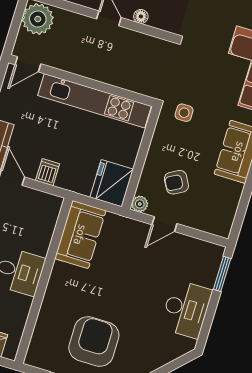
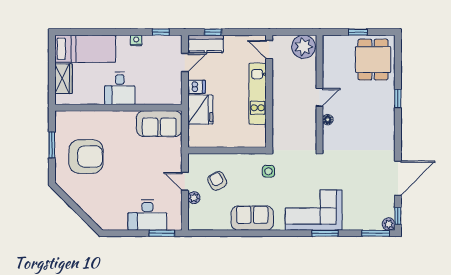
kitchen unit: (94, 101) -> (258, 94), width x0.73
fridge: (112, 183) -> (200, 110), moved, turned 90
plant: (140, 204) -> (194, 198), moved
desk: (186, 309) -> (147, 215), moved

